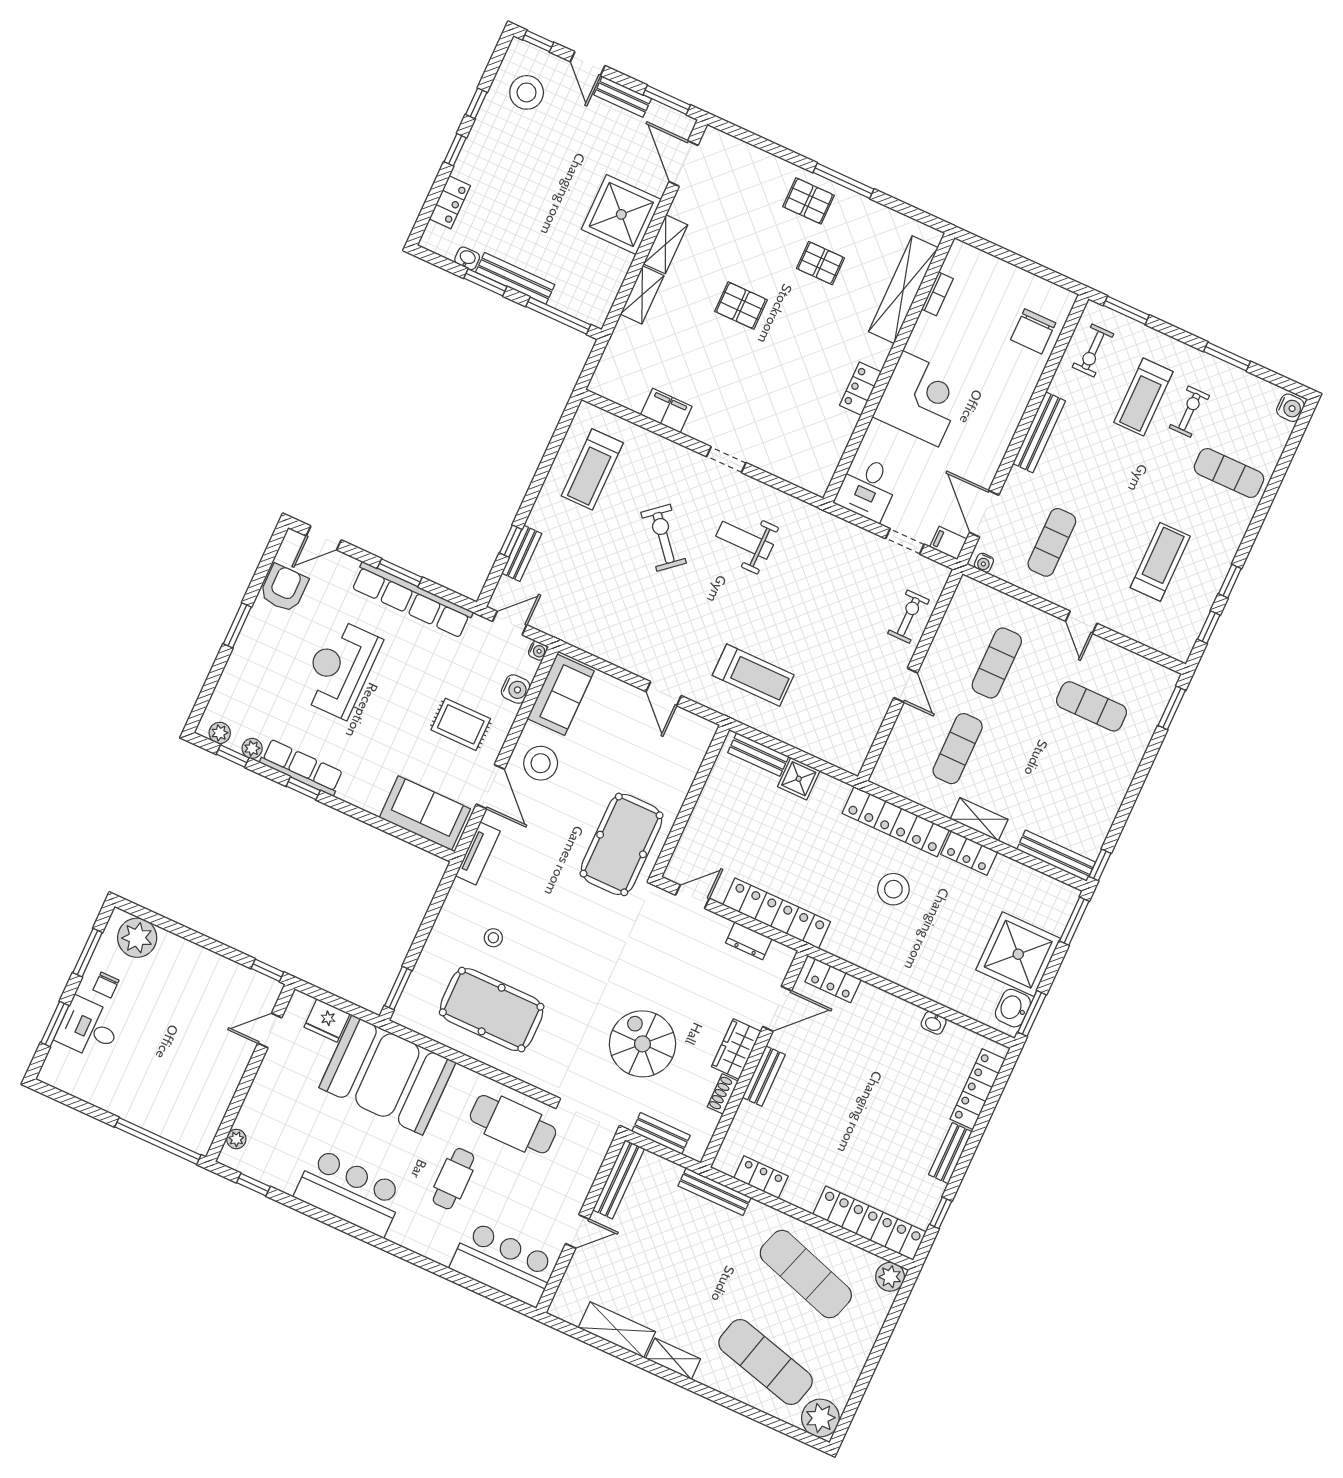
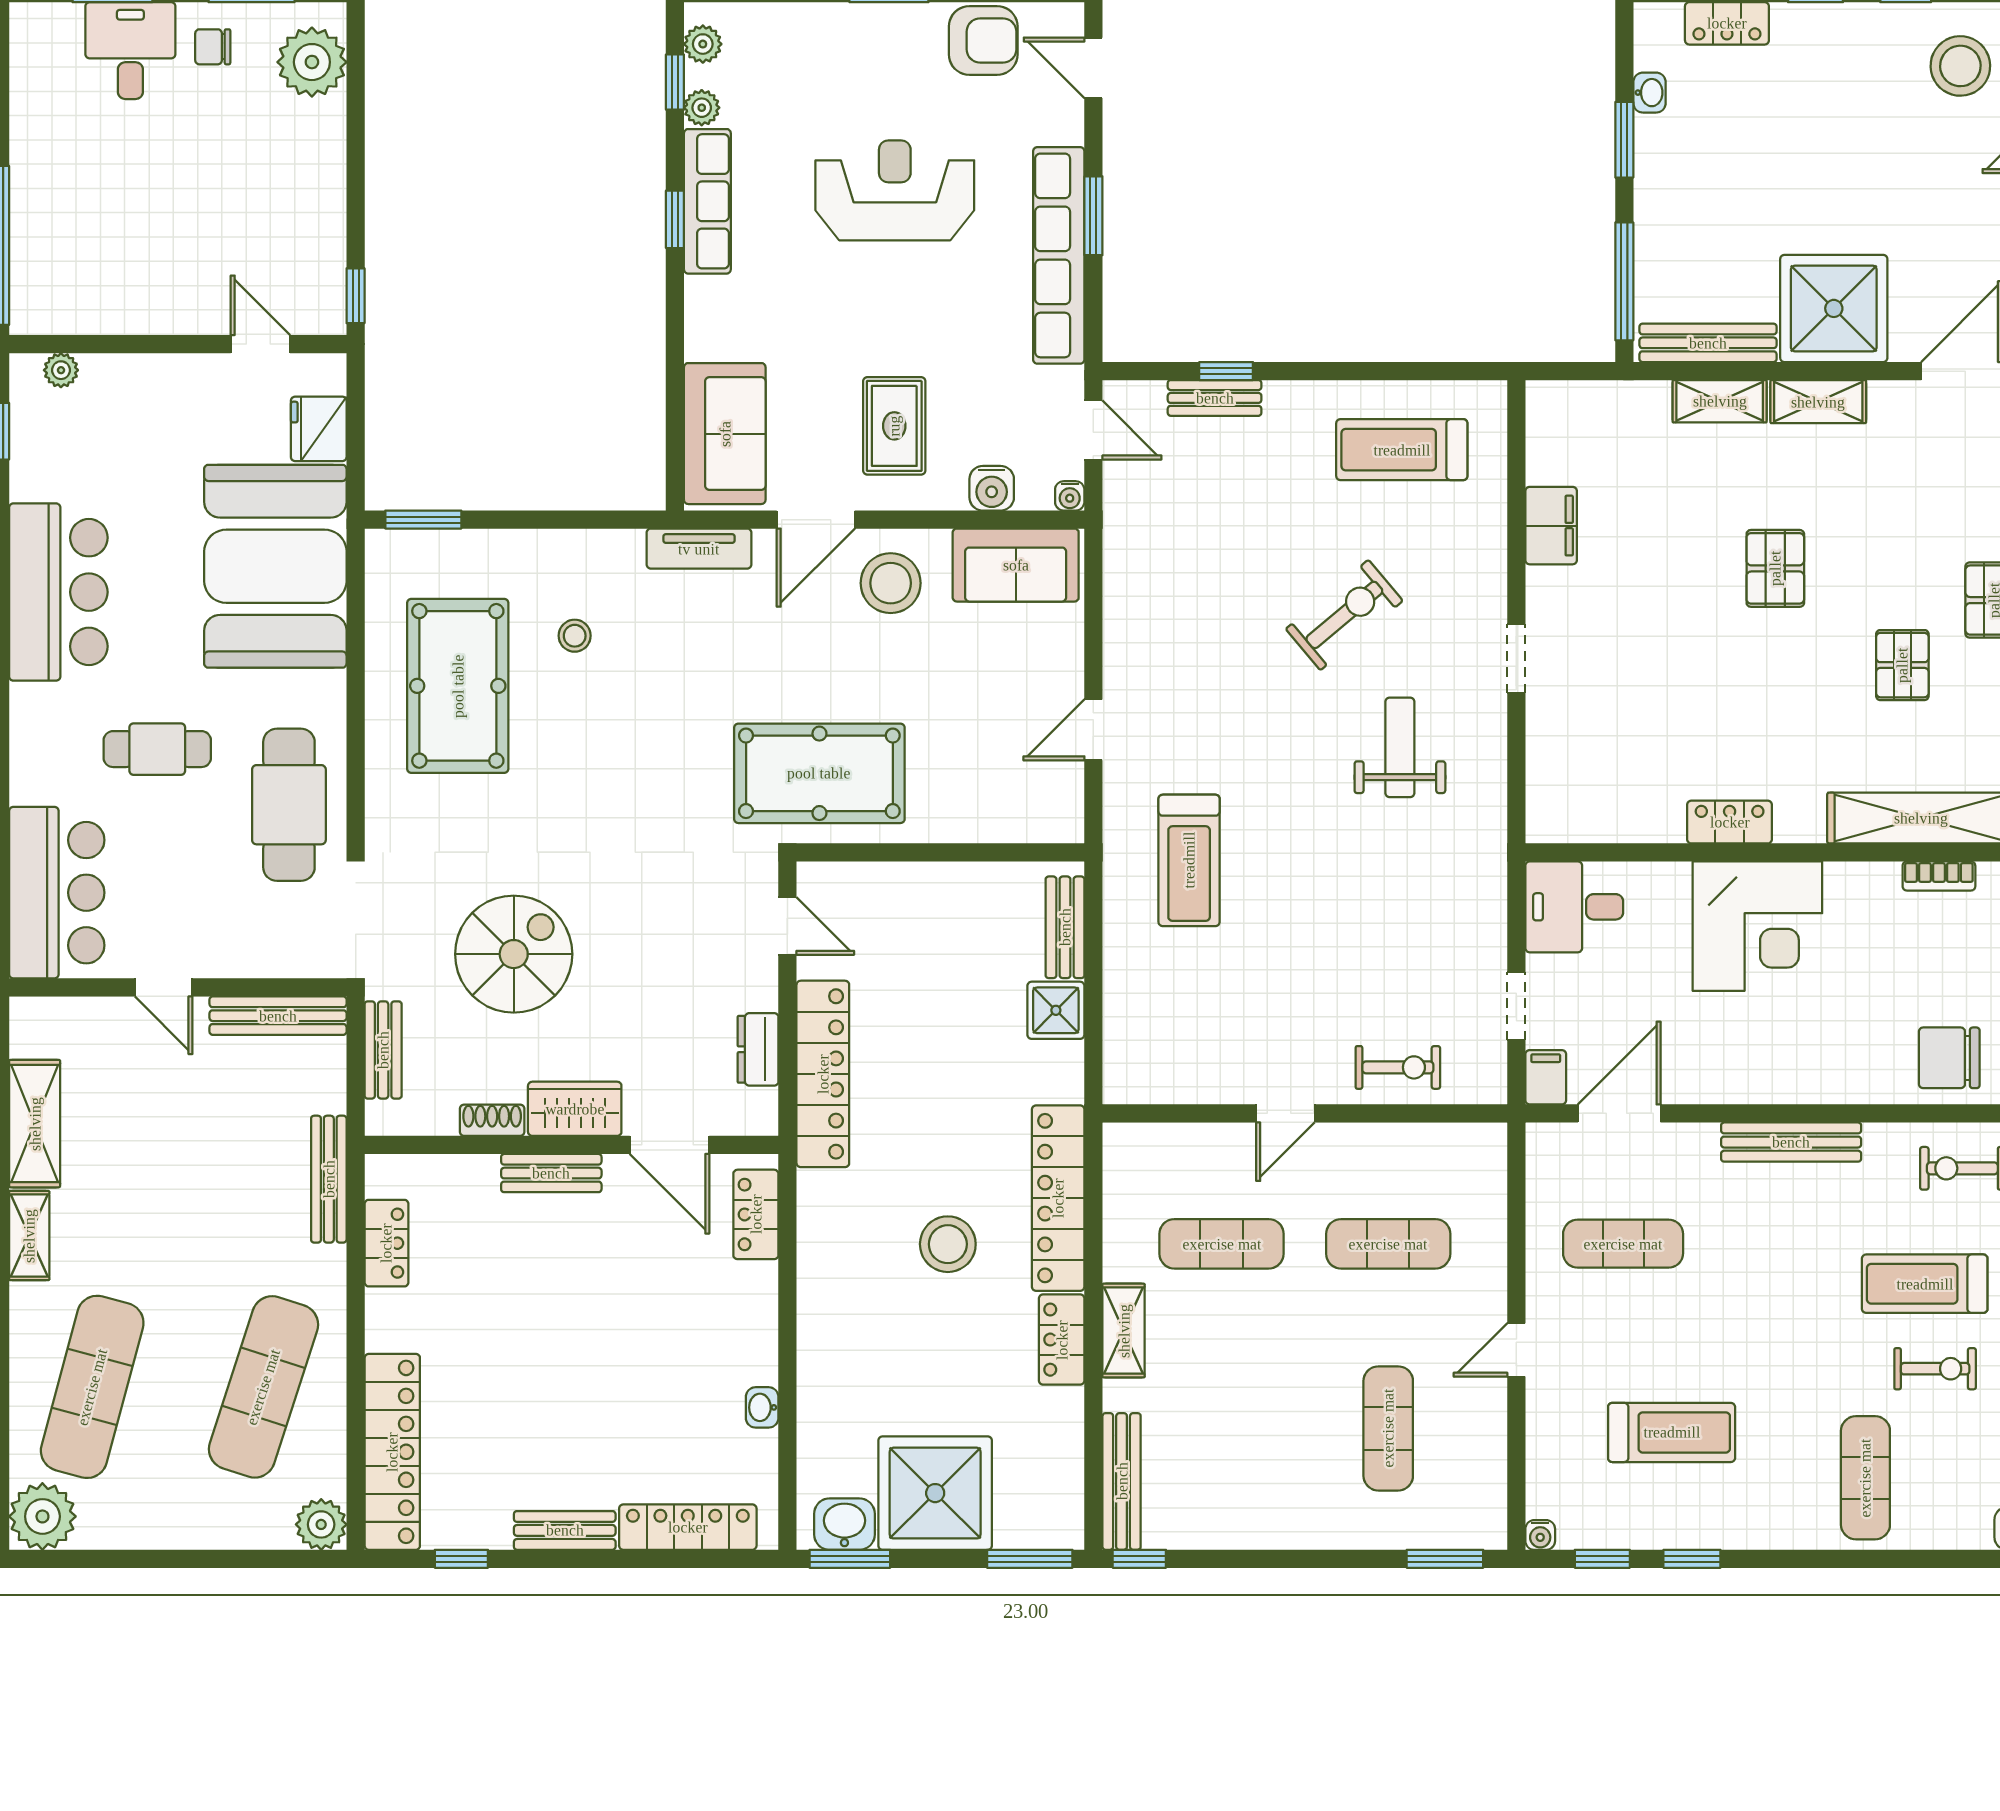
bench: (515, 278) -> (1708, 343), moved, turned 90
water cooler: (984, 563) -> (1540, 1535), moved, turned -90

